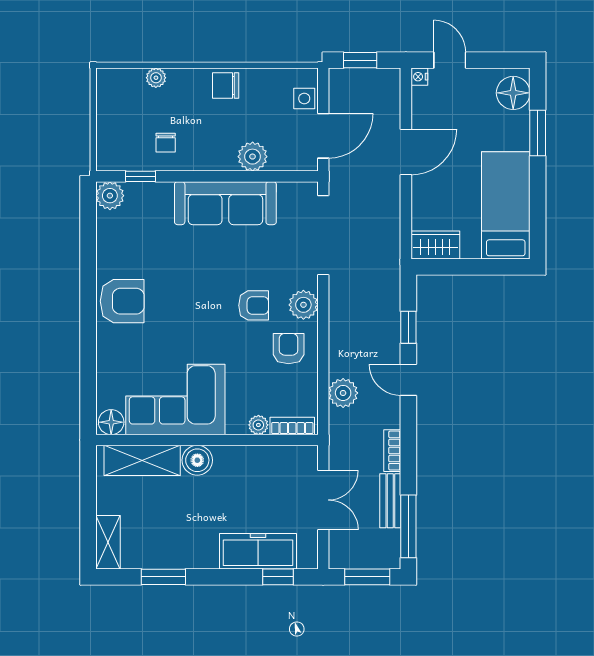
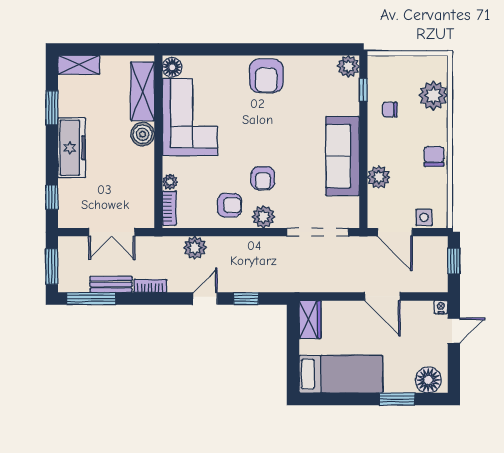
plant: (156, 78) -> (433, 95), width x1.87, depth x1.87
freezer: (258, 551) -> (72, 148), moved

